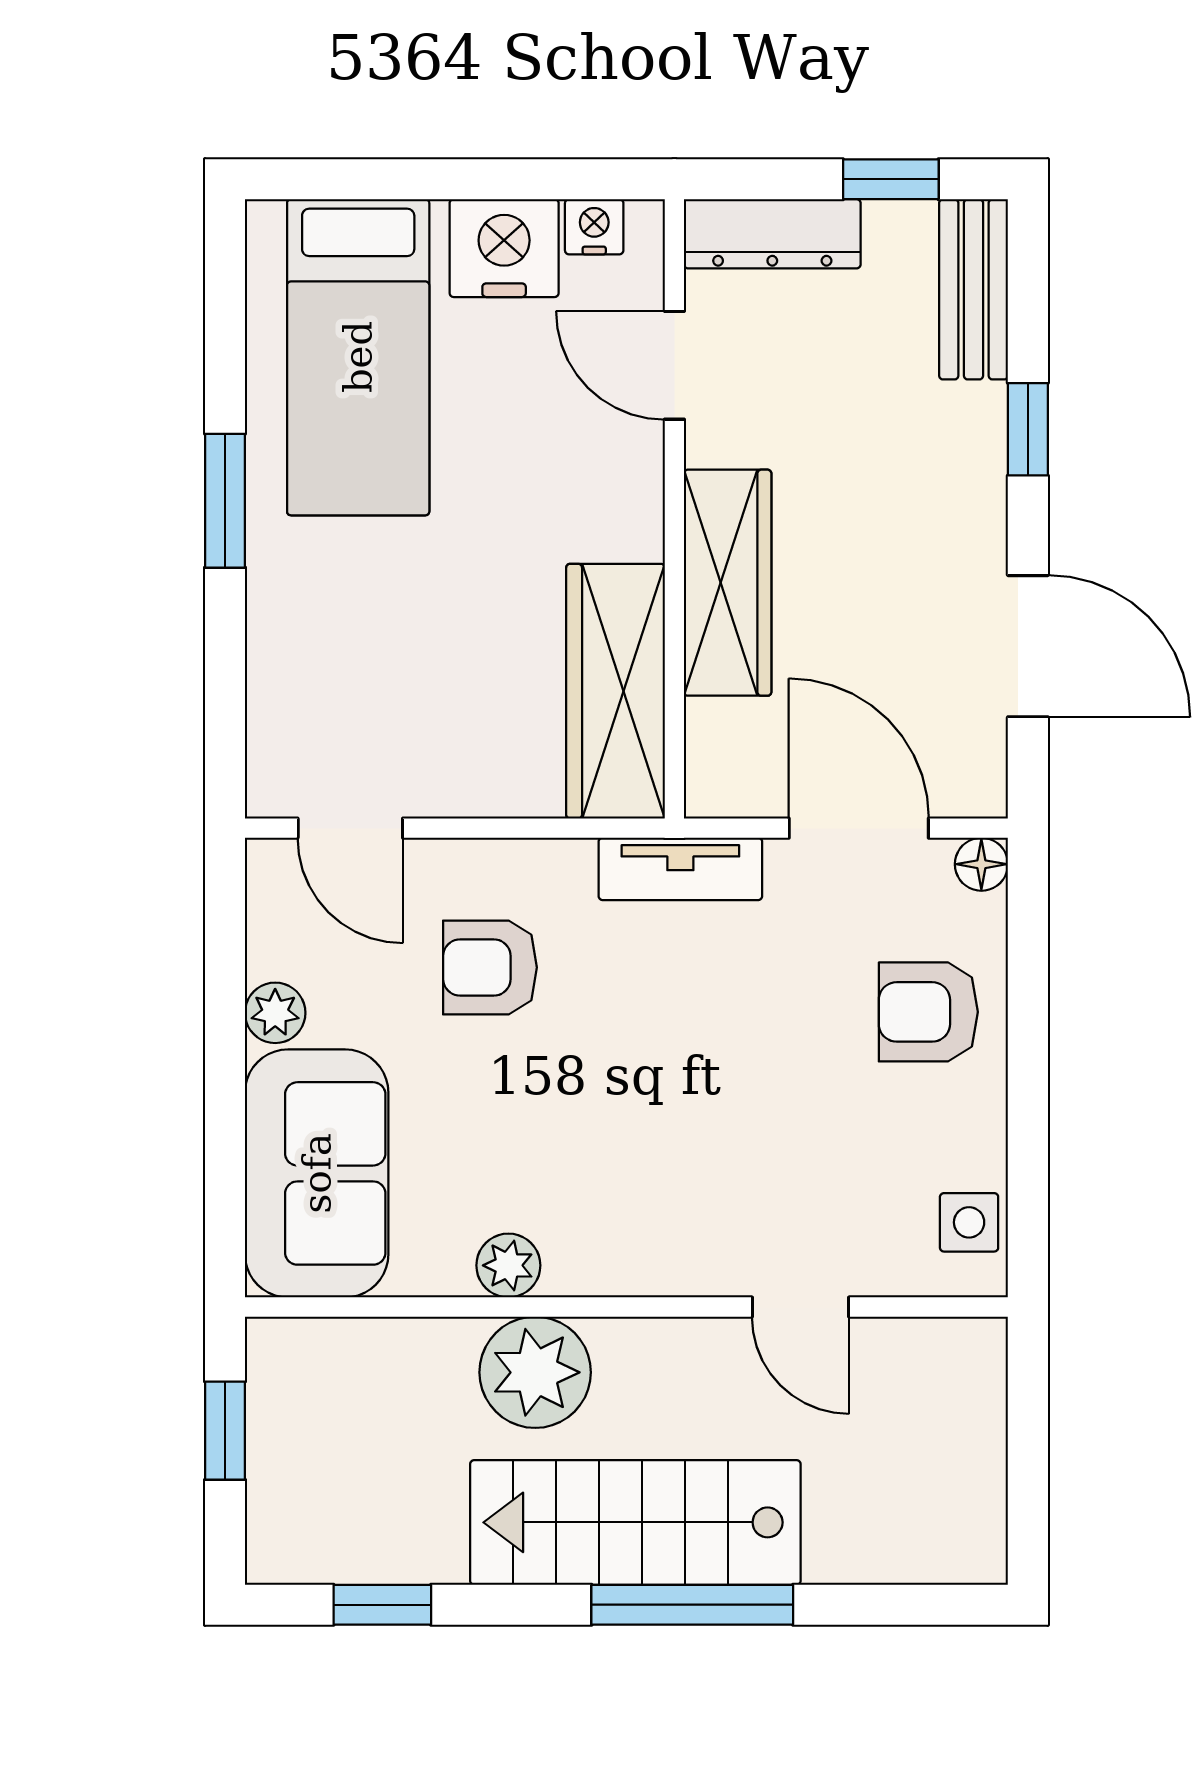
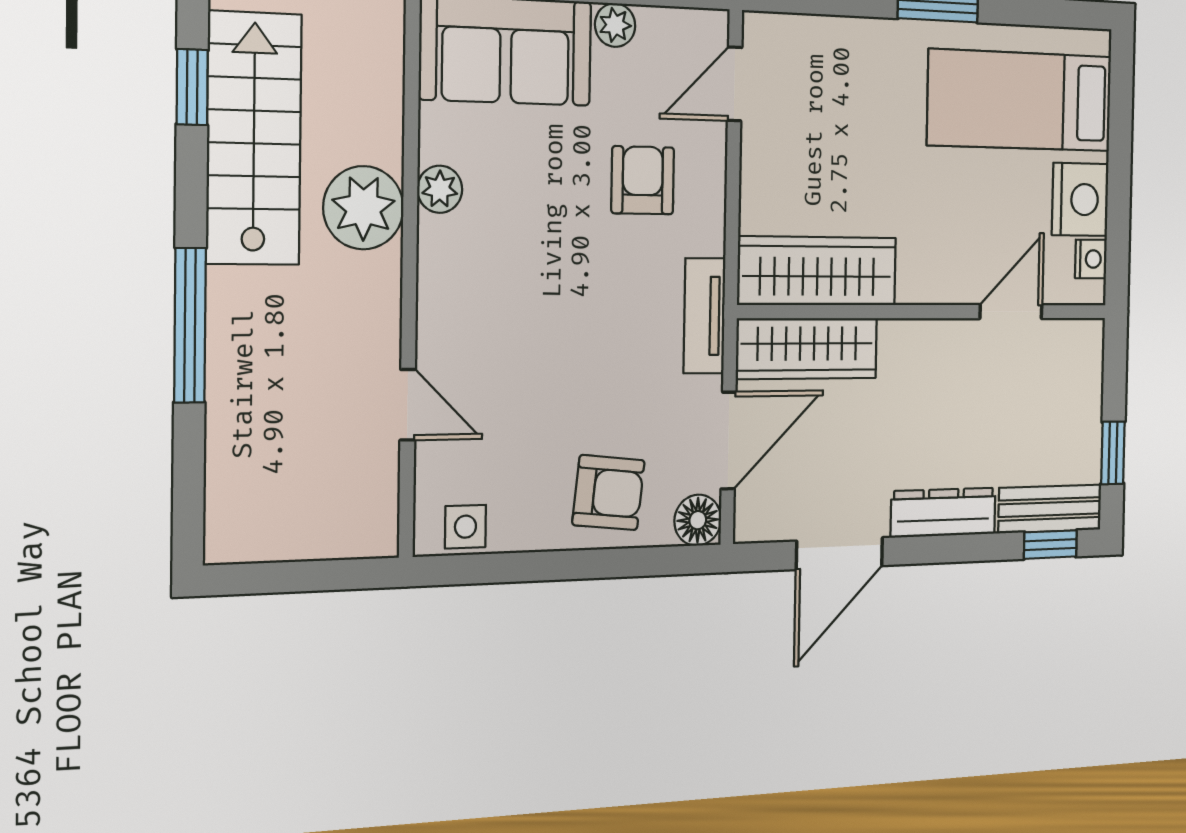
dresser: (772, 234) -> (943, 513), moved, turned 90
window: (1028, 429) -> (1050, 545), moved
wardrobe: (728, 583) -> (807, 348), moved
floor lamp: (981, 864) -> (698, 520), width x1.37, depth x1.37
armchair: (928, 1012) -> (608, 493), turned 96
door: (800, 1307) -> (408, 405), swing flipped
stairs: (635, 1522) -> (254, 138), moved

